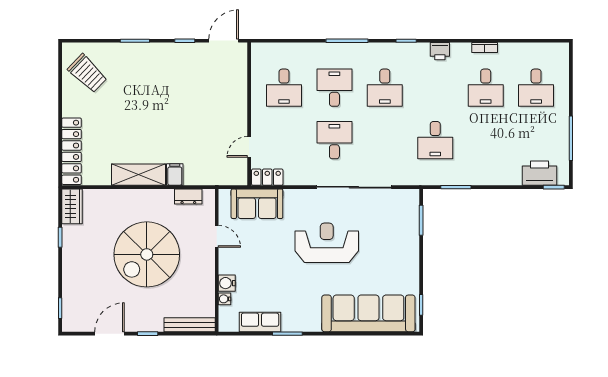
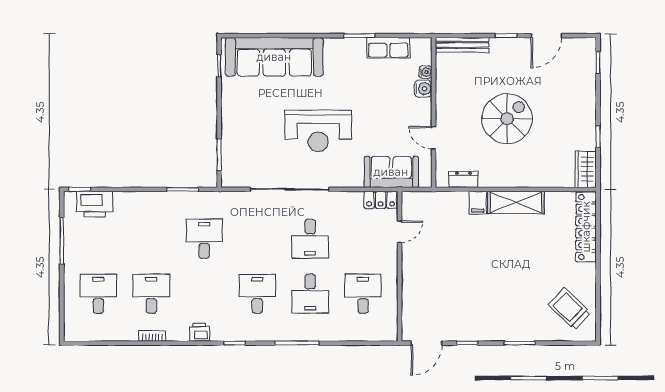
spiral stairs: (147, 254) -> (507, 119), width x0.73, depth x0.73

